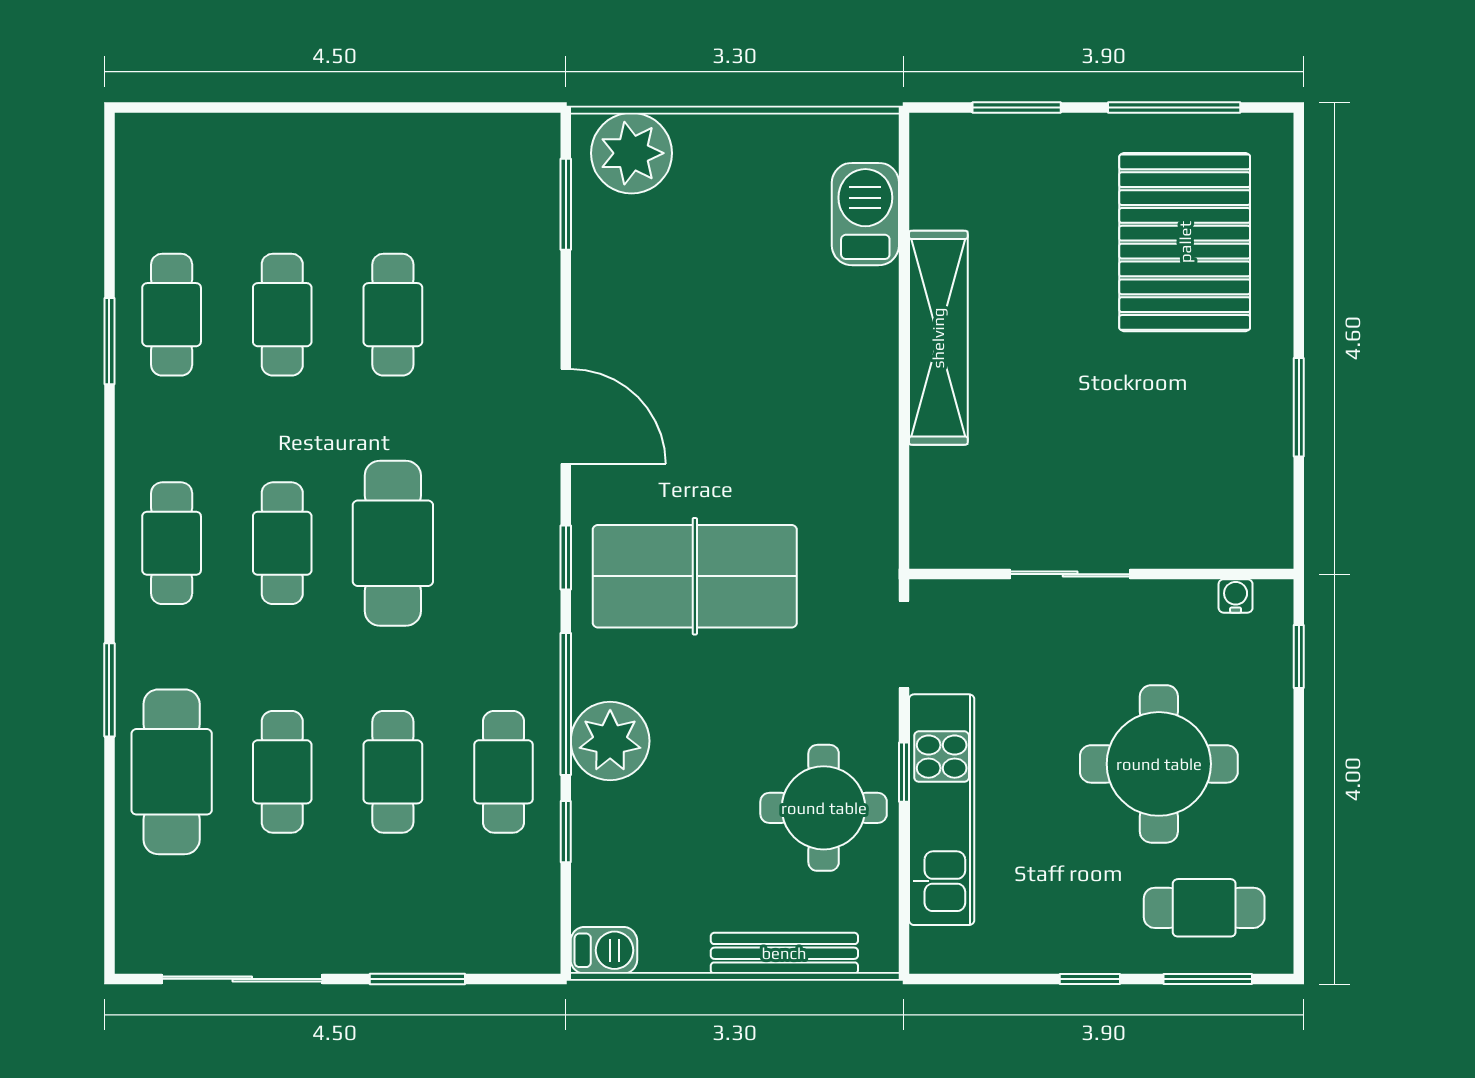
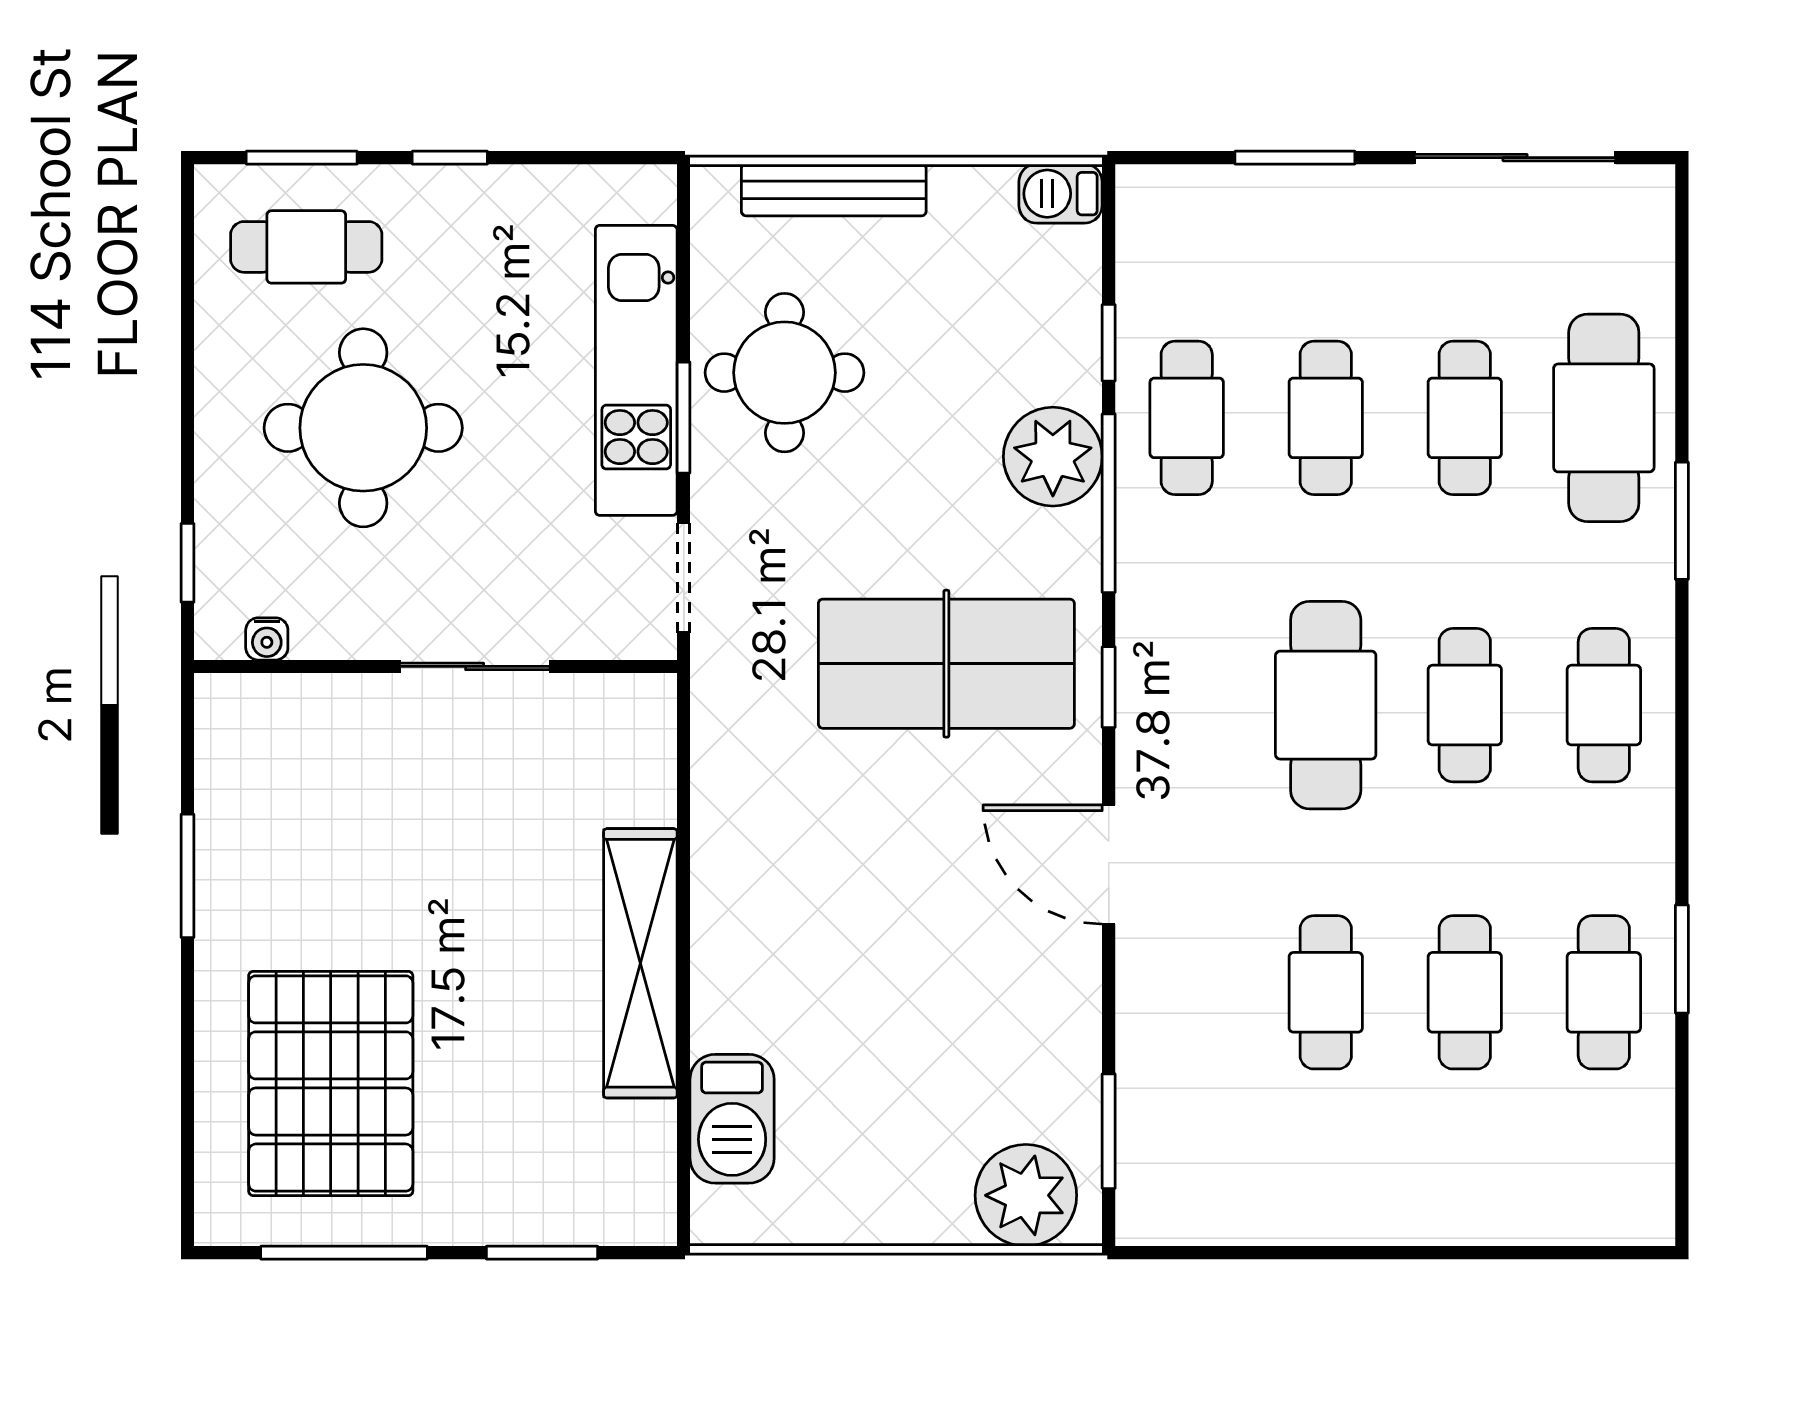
window: (904, 772) -> (684, 418), width x1.50

